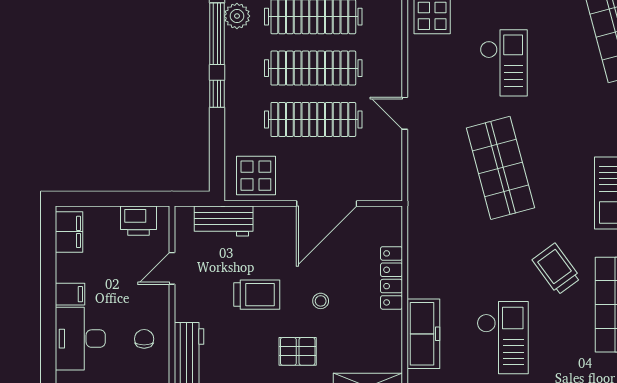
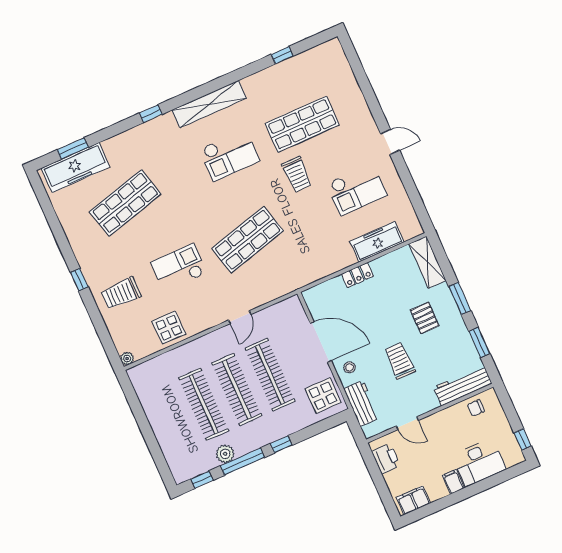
trolley: (556, 269) -> (297, 174), turned -54
locker: (392, 278) -> (357, 275), width x0.66
stool: (321, 301) -> (350, 367), moved
checkout: (503, 338) -> (357, 189), turned 180
chair: (144, 339) -> (476, 408), moved

